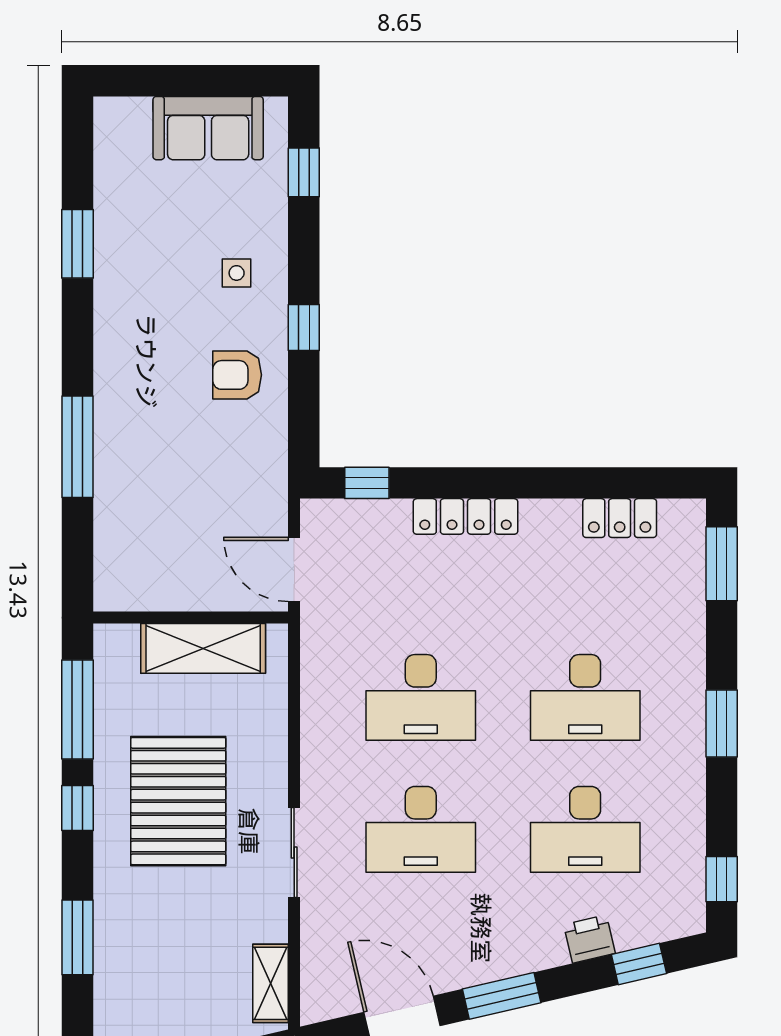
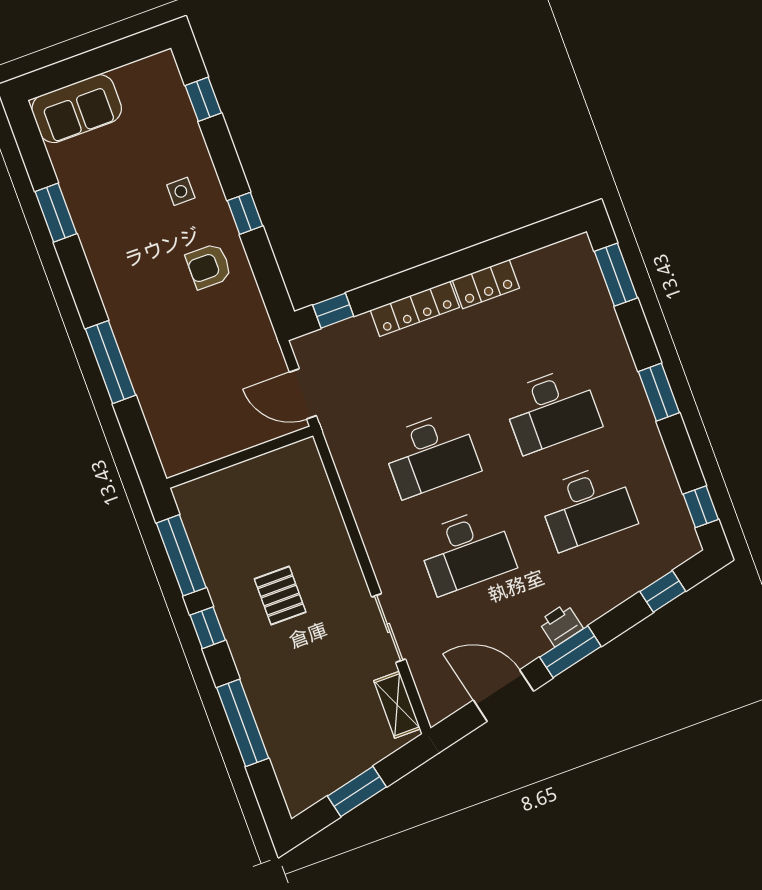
sofa: (208, 128) -> (77, 109), moved
locker: (620, 518) -> (486, 284), moved
shelving: (203, 648) -> (257, 476), removed
pallet: (178, 801) -> (280, 596), width x0.49, depth x0.50
sliding door: (294, 852) -> (389, 628), moved
window: (77, 937) -> (243, 723), width x1.44
printer: (590, 939) -> (561, 625), moved

